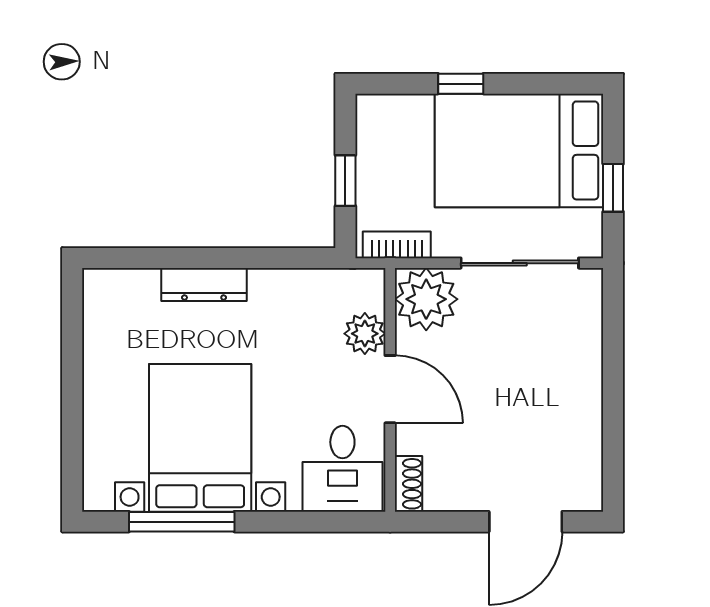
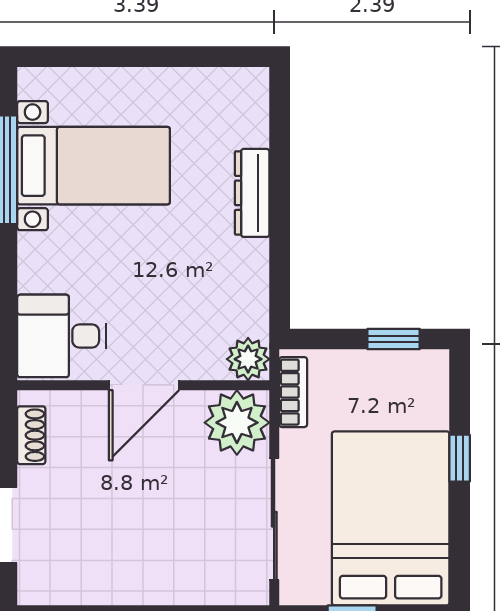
window: (345, 181) -> (394, 339), moved
plant: (365, 334) -> (248, 359), moved
bed with nightstands: (200, 438) -> (94, 166), width x0.73
shoe rack: (408, 484) -> (31, 435), moved, turned -90

